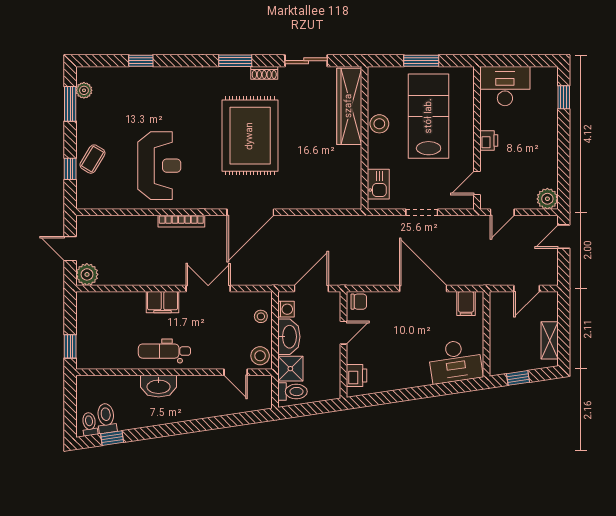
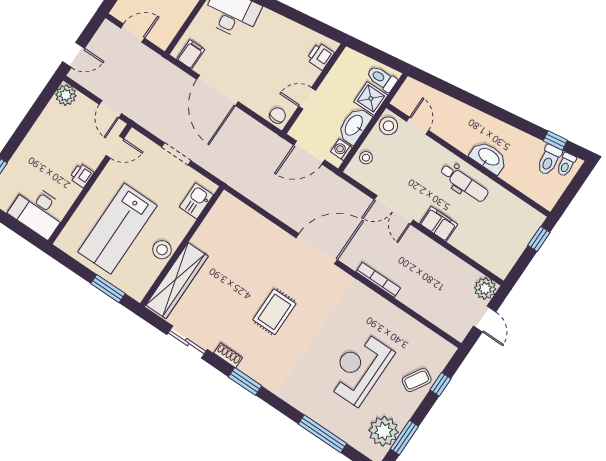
window: (141, 61) -> (322, 434), width x2.17
window: (421, 61) -> (108, 289), moved
plant: (84, 90) -> (384, 431), width x1.88, depth x1.88
rug: (250, 136) -> (274, 312), width x0.54, depth x0.49
reception desk: (159, 166) -> (359, 368), moved
door: (502, 212) -> (110, 109), swing flipped
chair: (359, 302) -> (278, 115), turned 90

